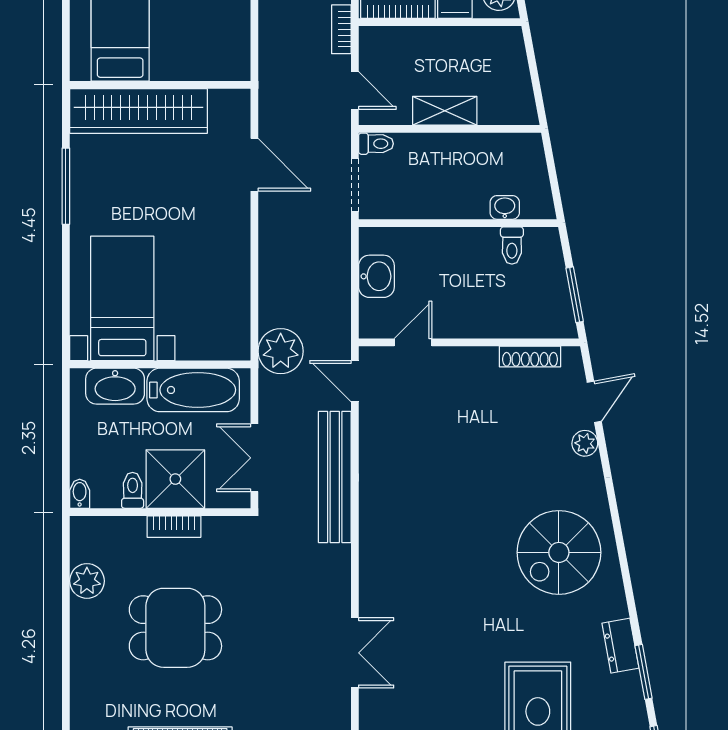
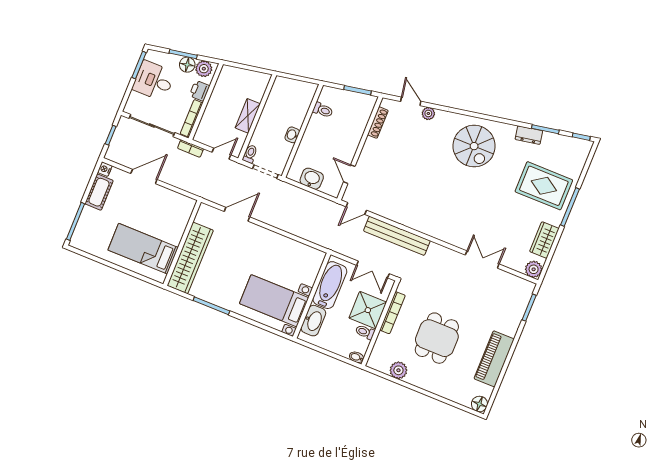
washbasin: (505, 207) -> (292, 135), moved
plant: (281, 351) -> (328, 237), removed
bookcase: (174, 527) -> (392, 313), width x1.56

